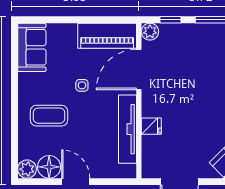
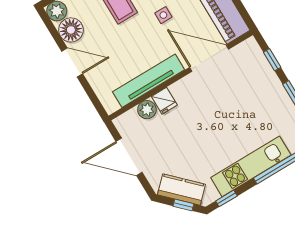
plant: (150, 32) -> (147, 110), moved
door: (76, 182) -> (72, 62), hinge flipped

